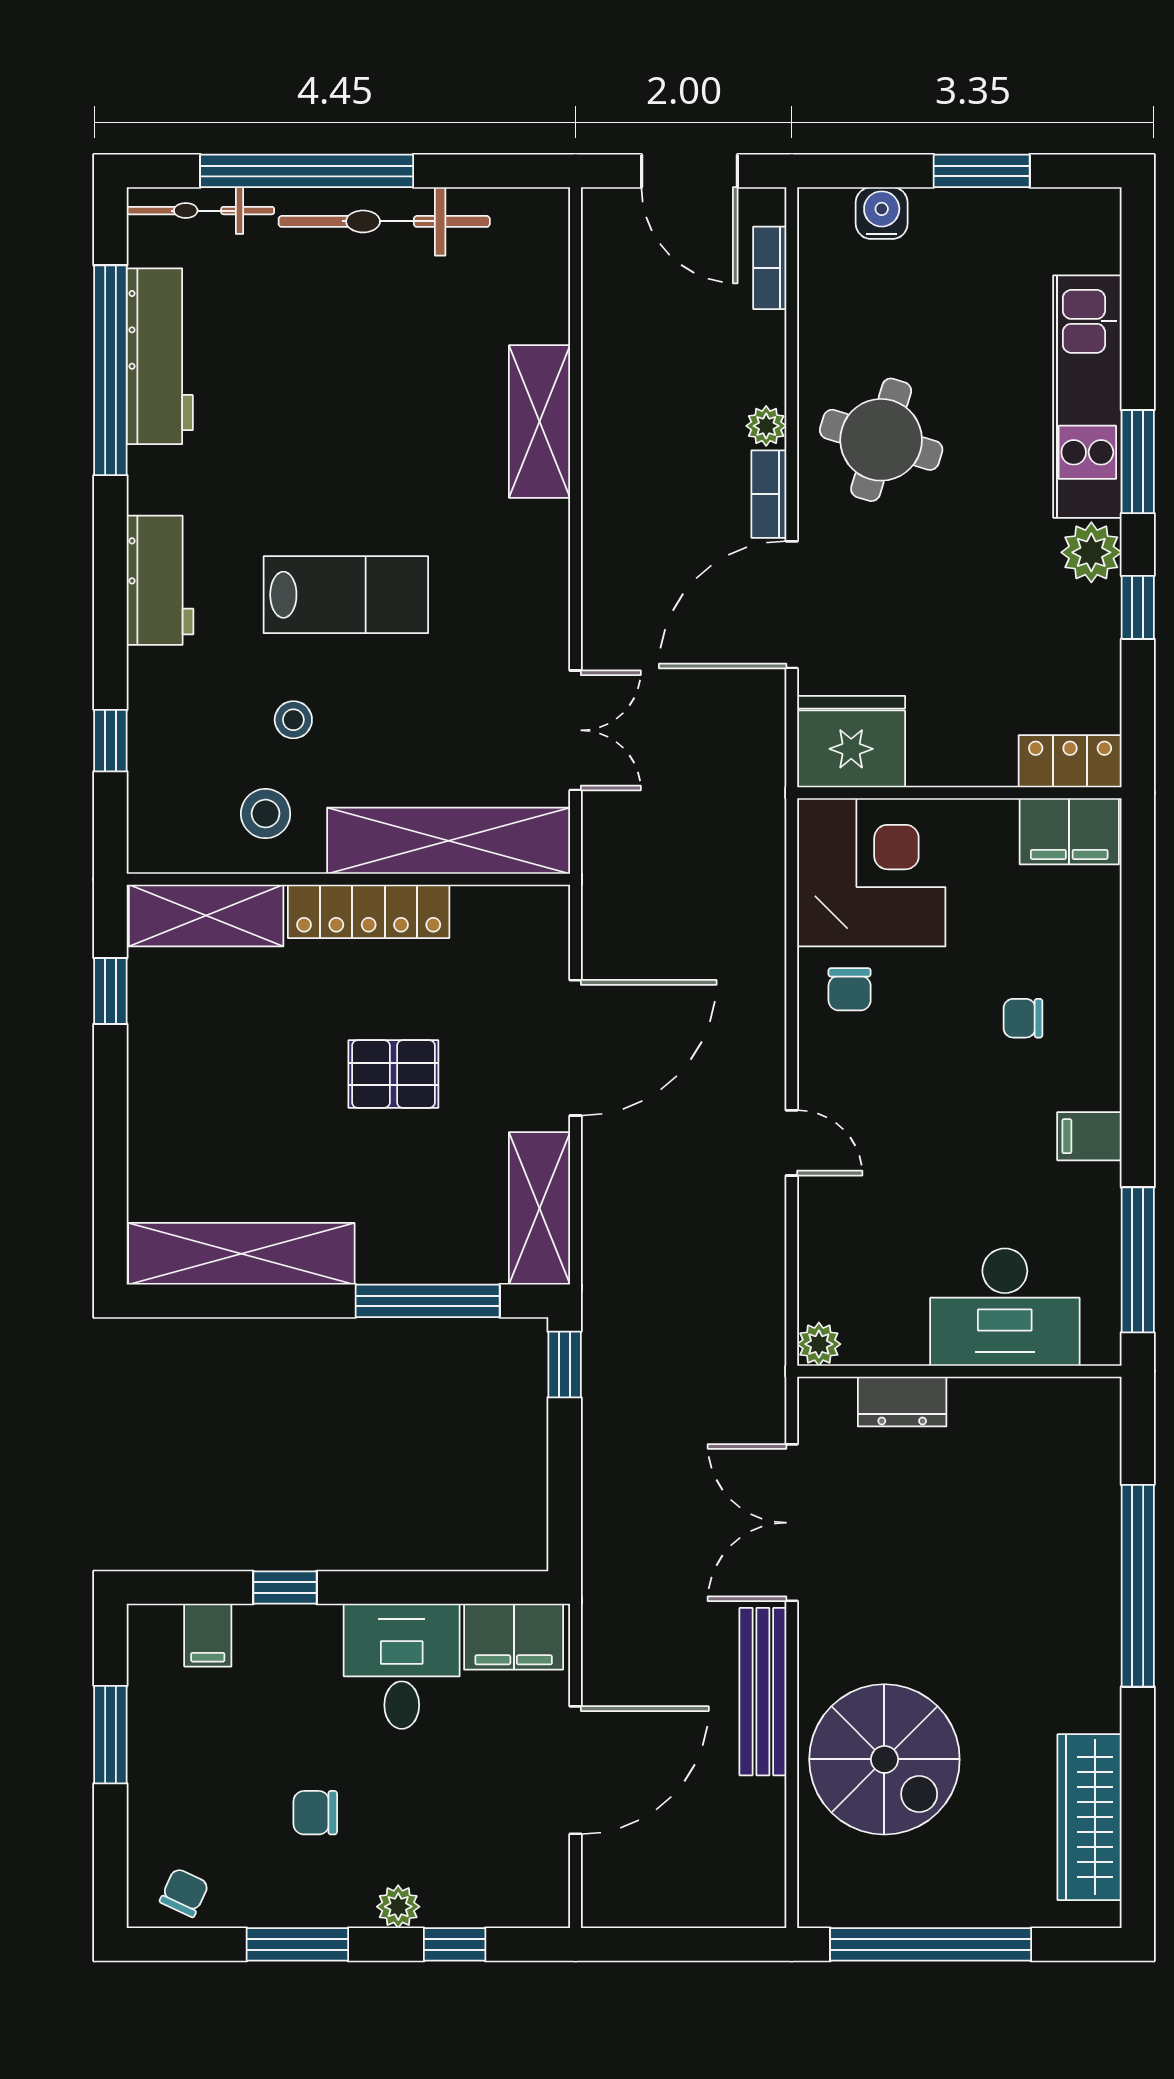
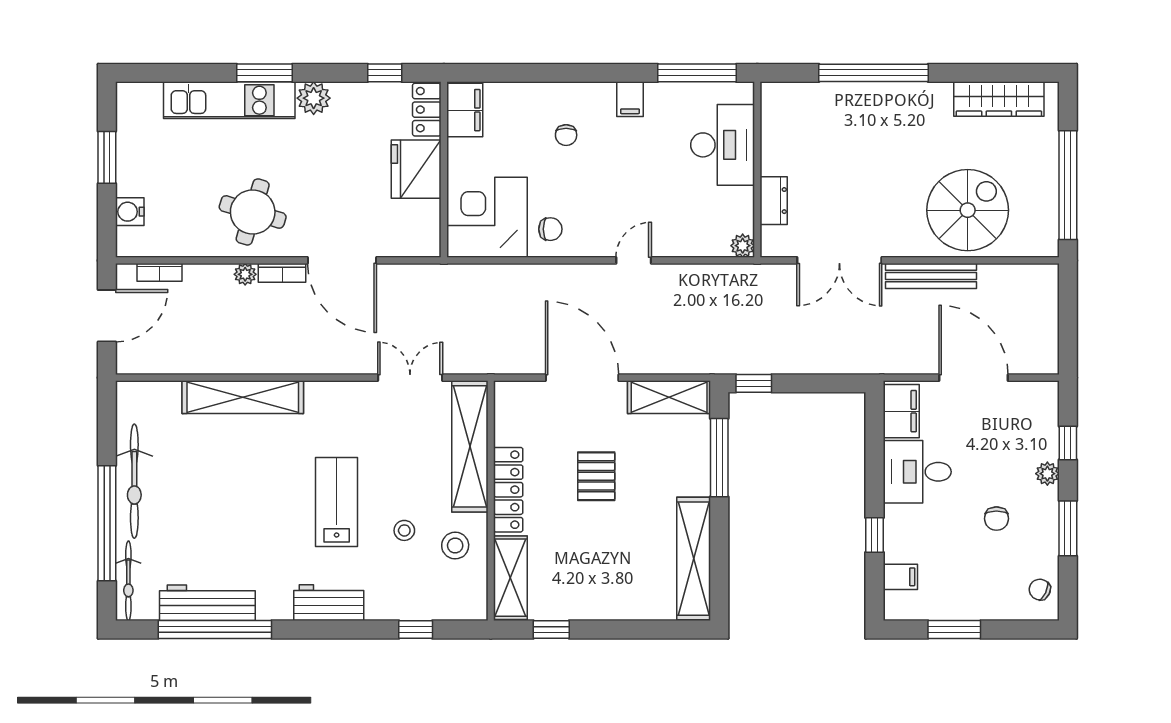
shelving: (539, 422) -> (243, 397), width x1.47
window: (1138, 607) -> (385, 73), moved
fridge: (851, 742) -> (416, 169), moved

